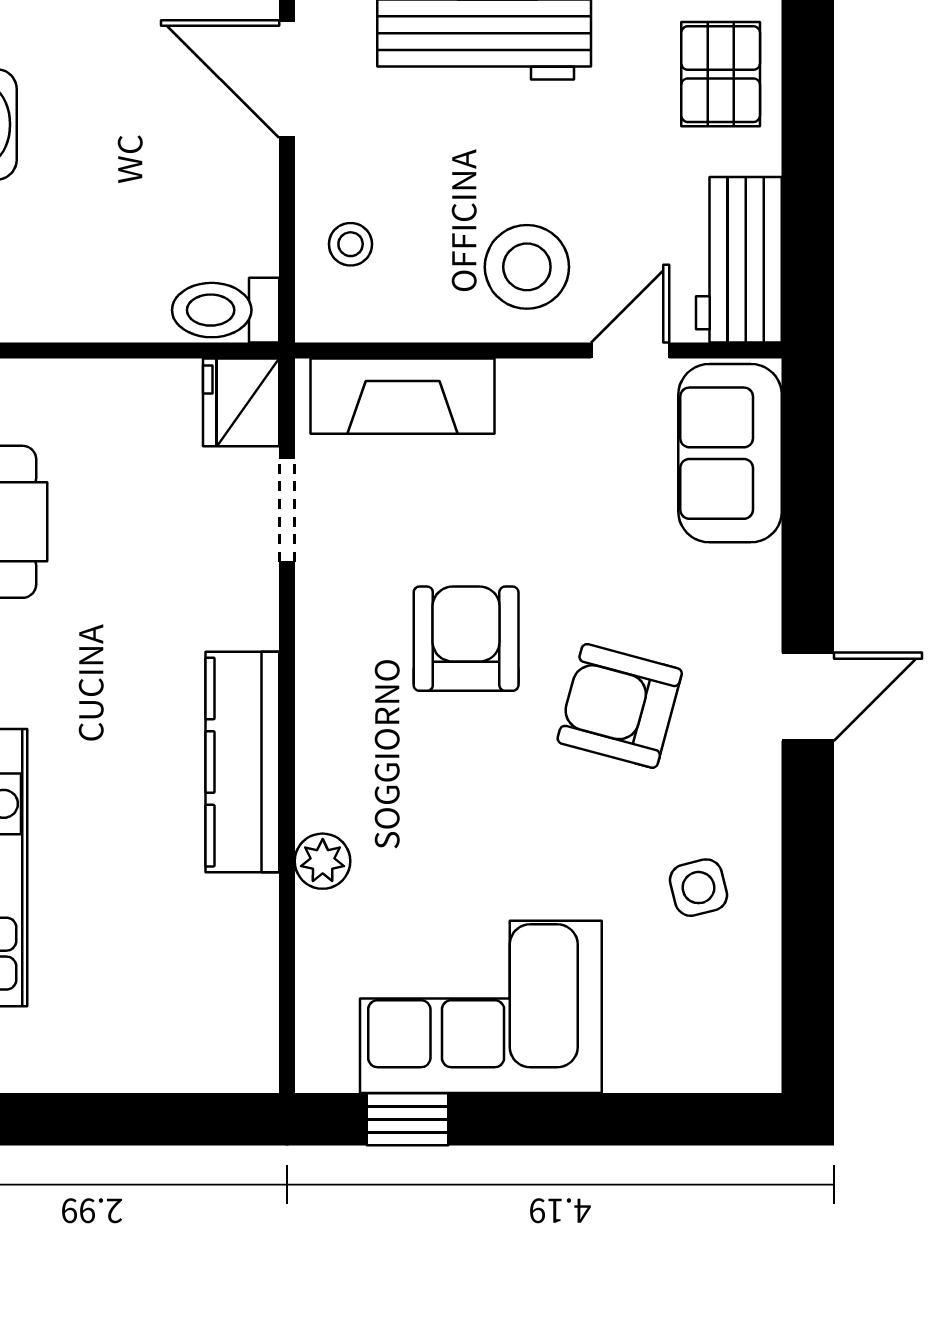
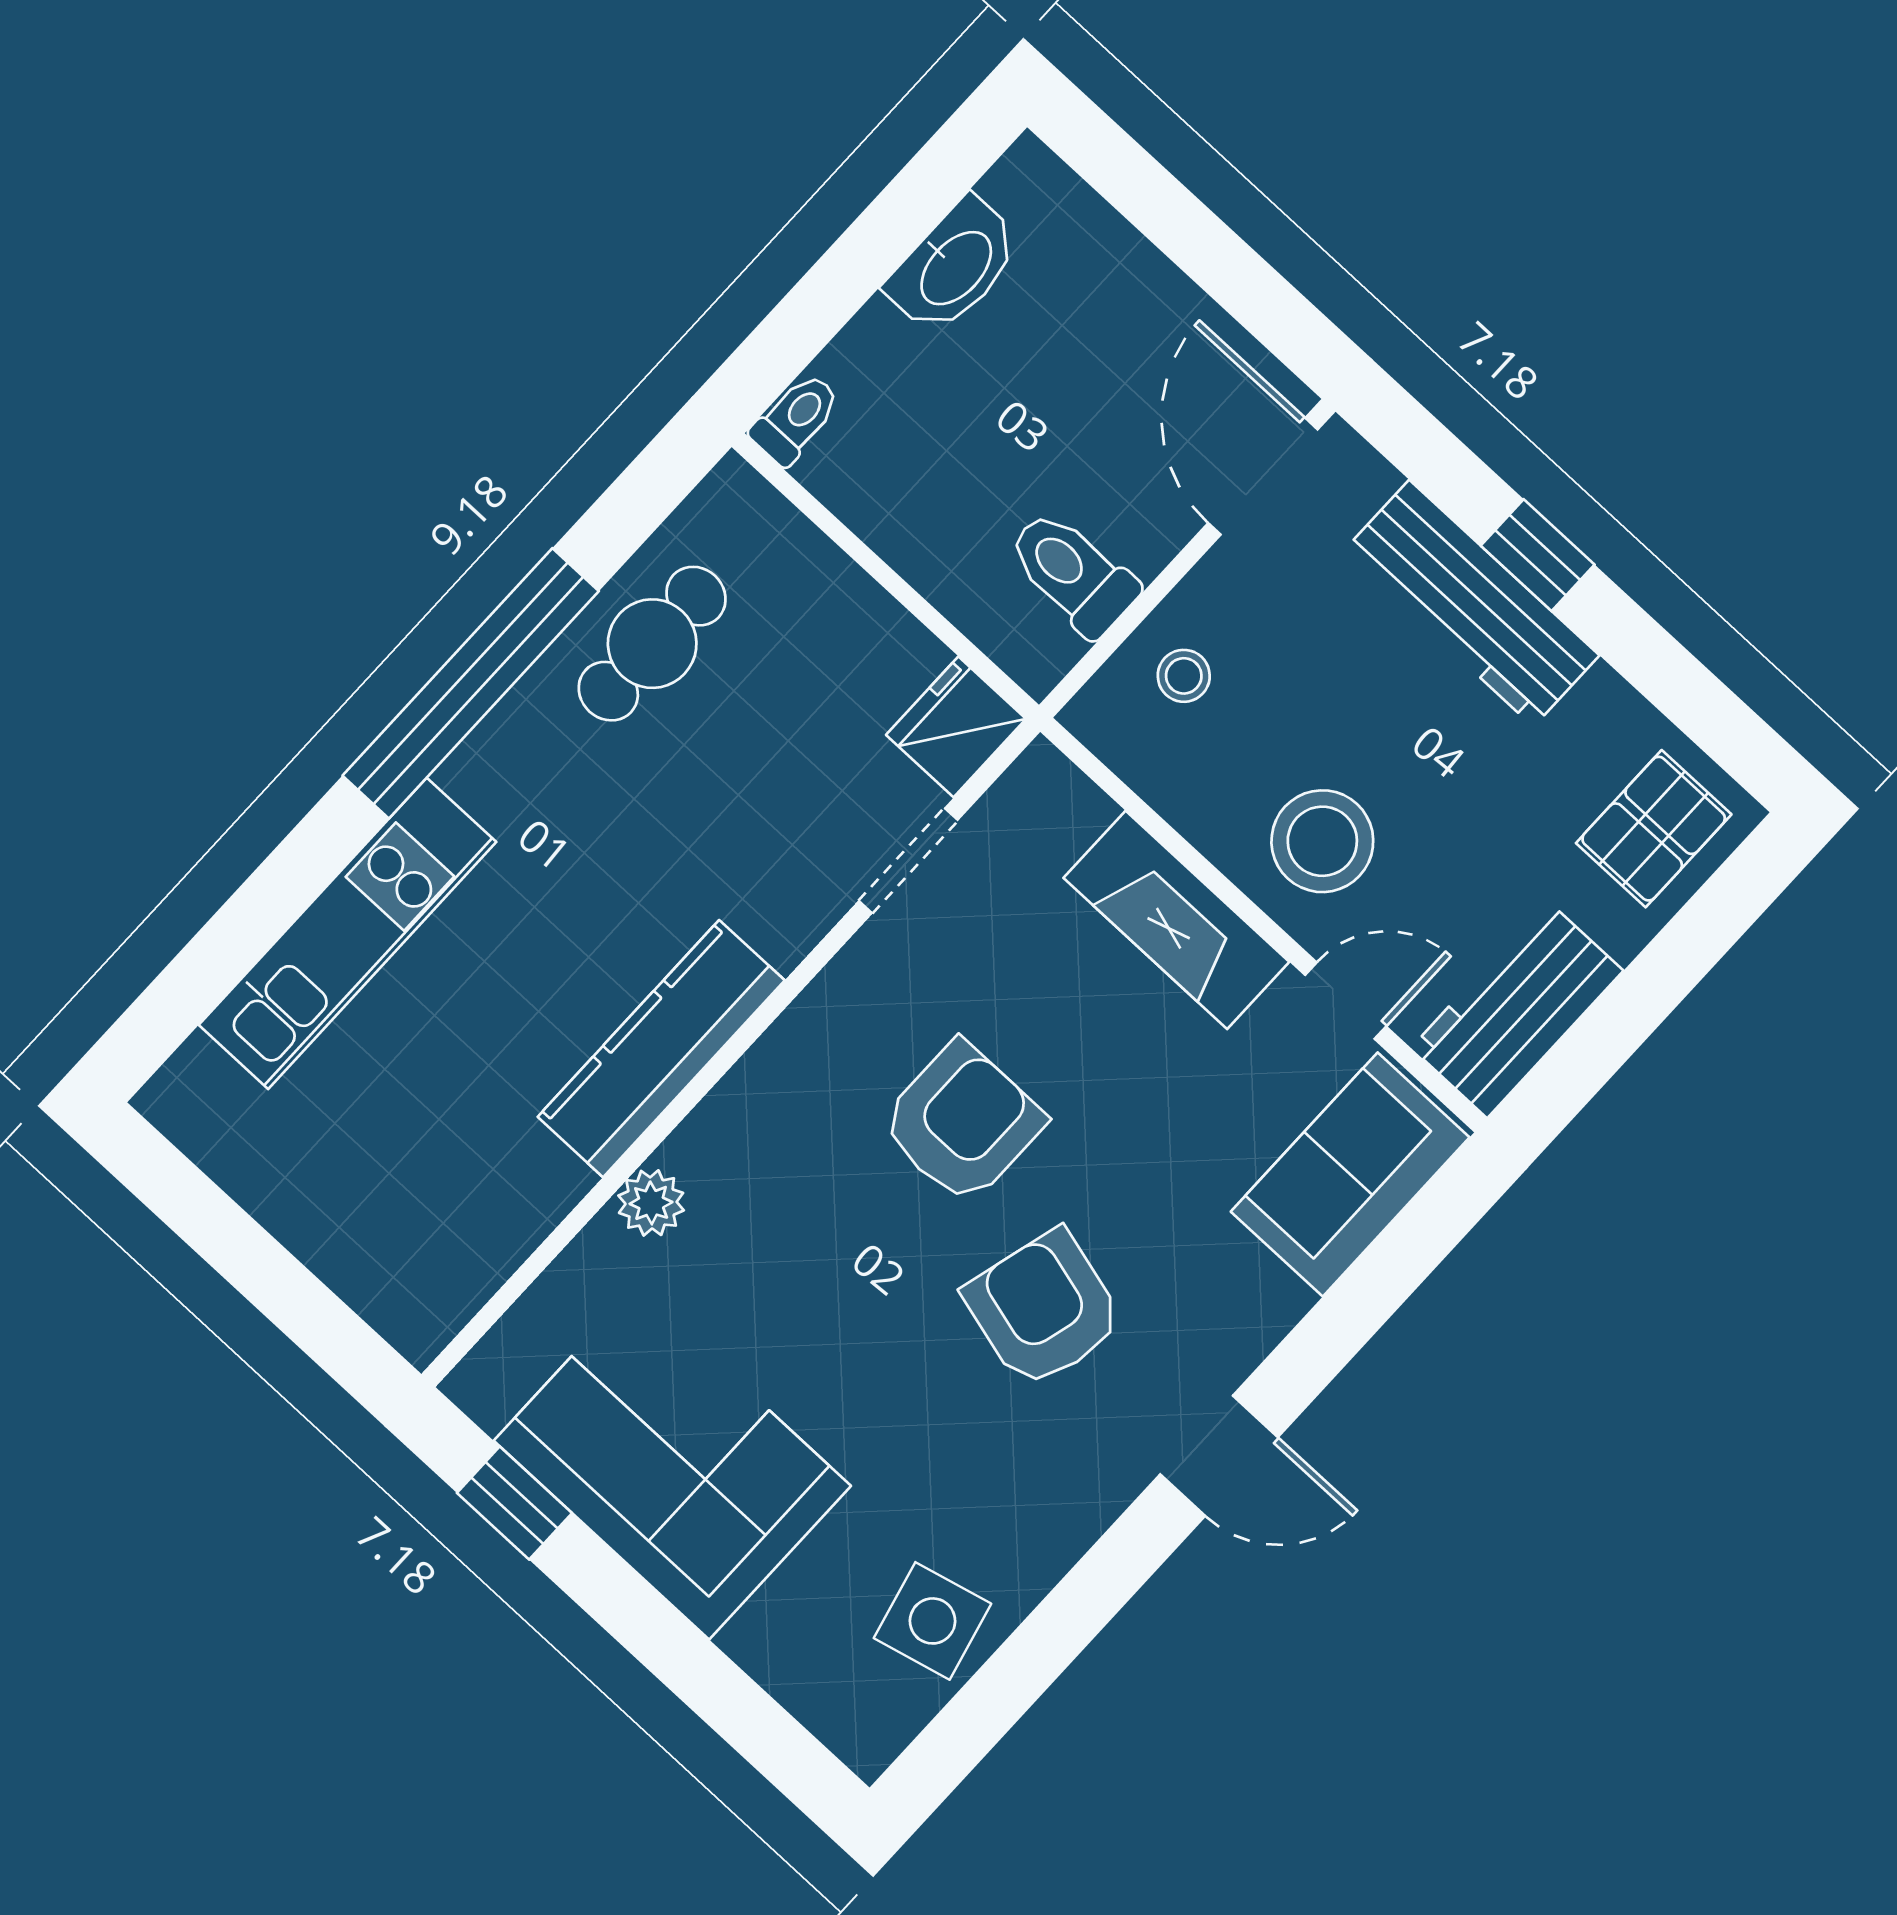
toilet: (226, 310) -> (1072, 573), moved
fireplace: (403, 396) -> (1176, 920), moved
side table: (698, 888) -> (933, 1621), moved, width x1.37, depth x1.37

